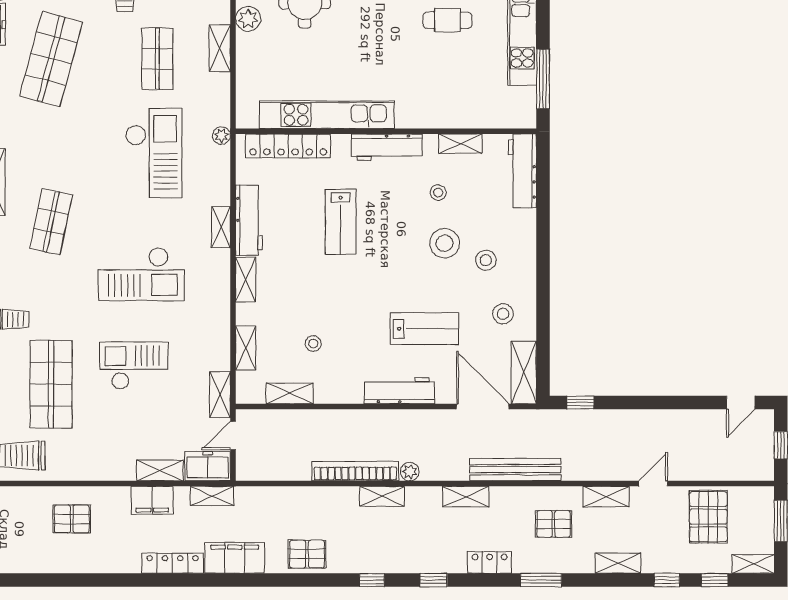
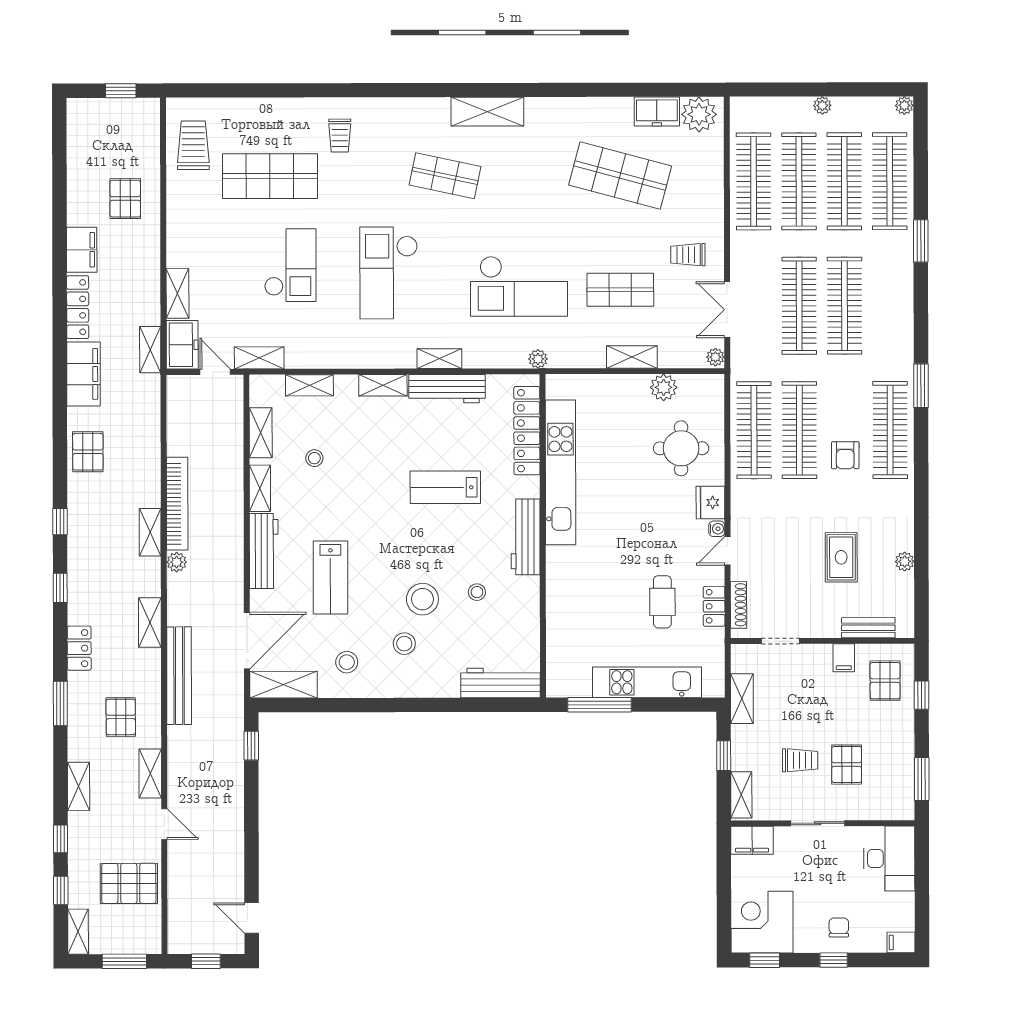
shelving: (460, 144) -> (260, 488), moved
filing cabinet: (152, 500) -> (82, 250), moved, turned 180

